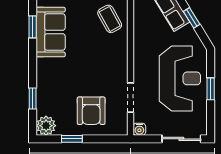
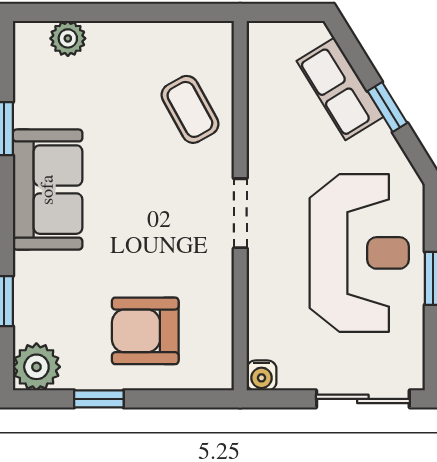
sofa: (51, 32) -> (48, 190), moved
doorway: (130, 97) -> (240, 213), moved
armchair: (91, 111) -> (145, 331), turned 90

